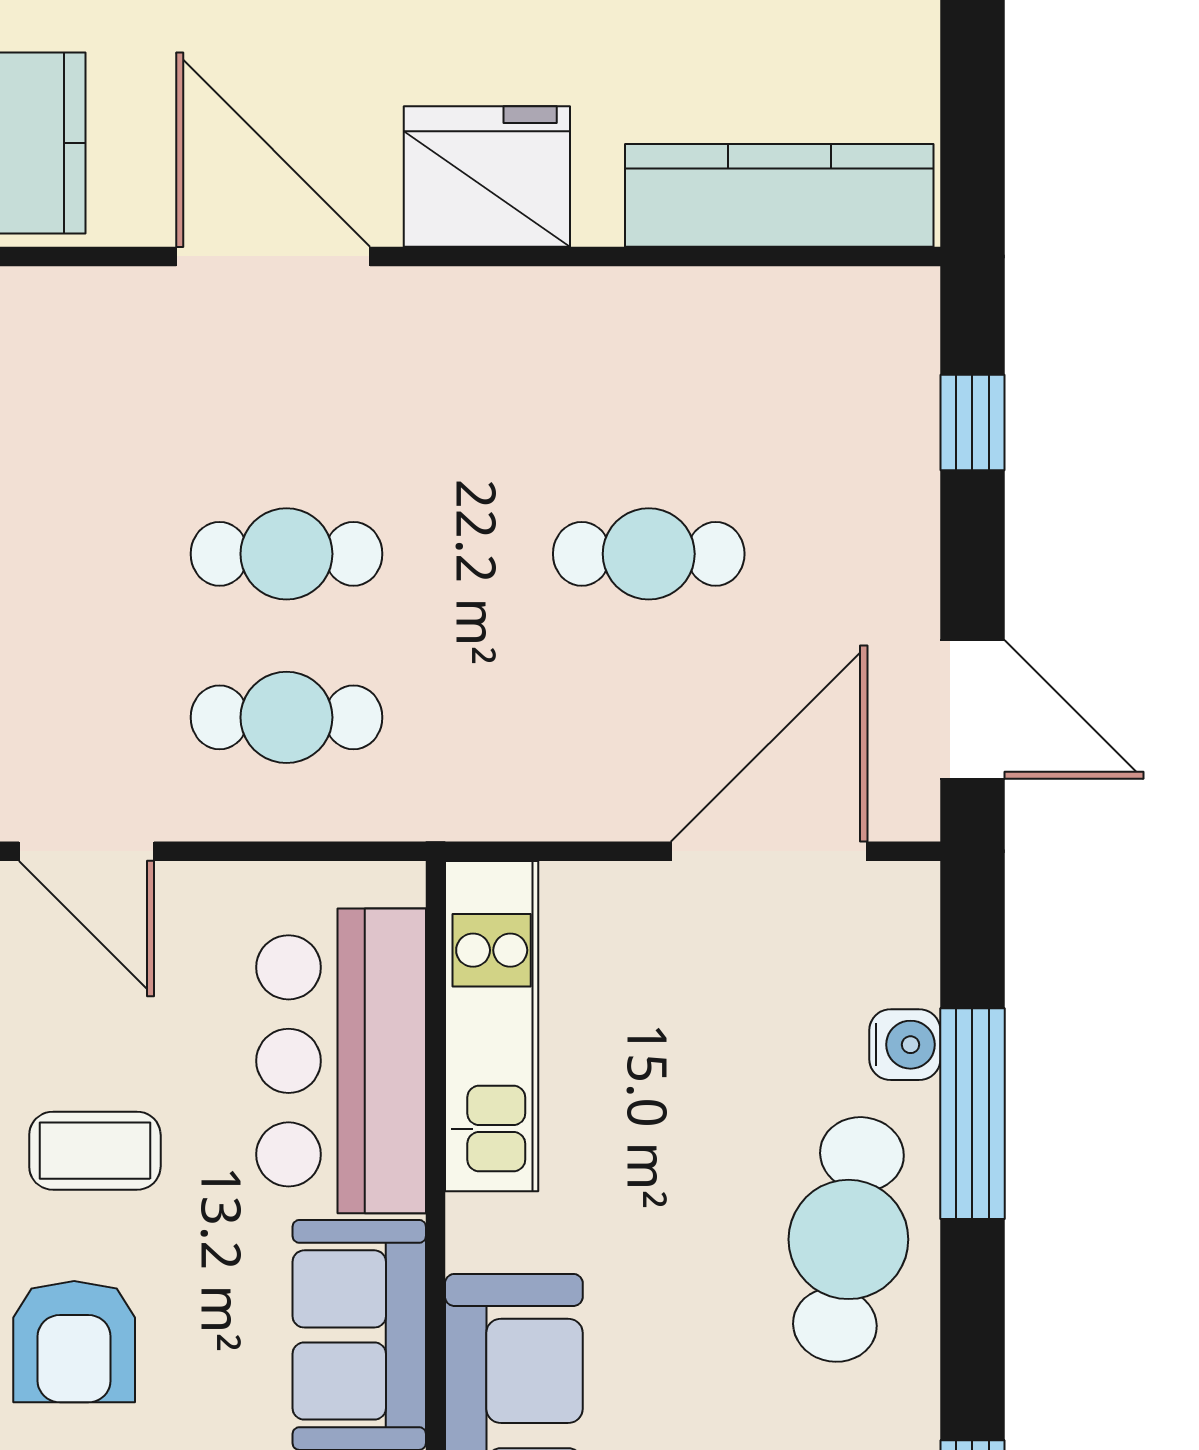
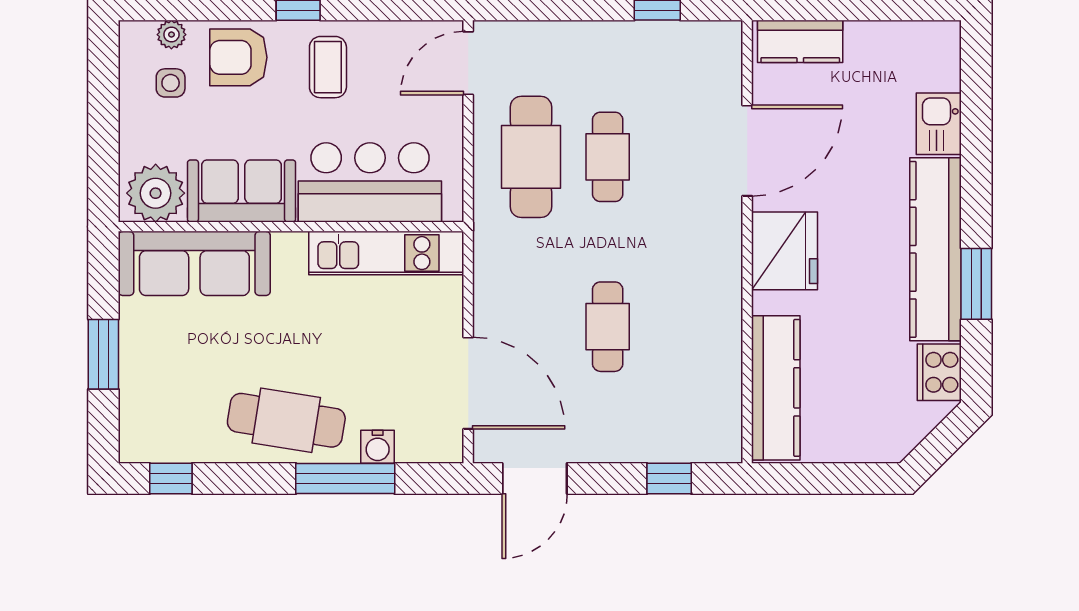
cafe table: (286, 717) -> (531, 157), width x1.37, depth x1.35

